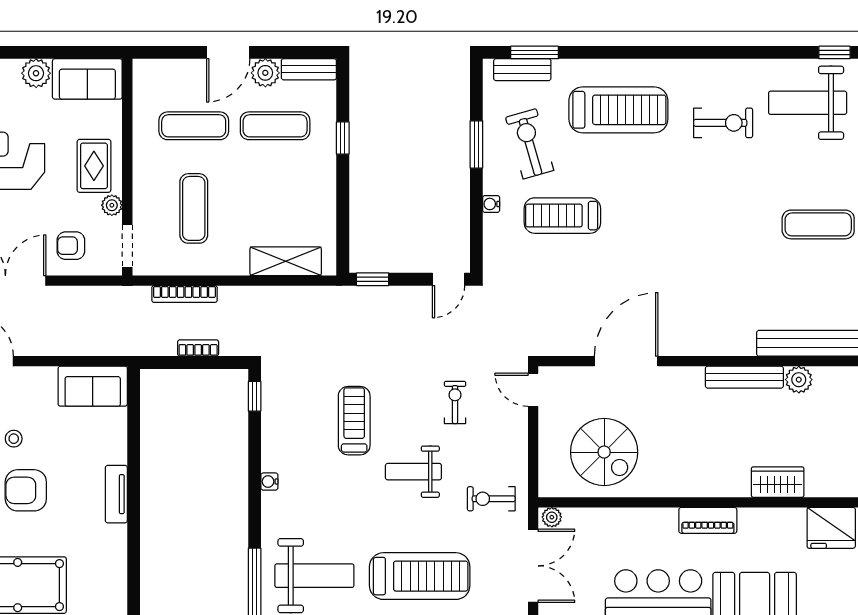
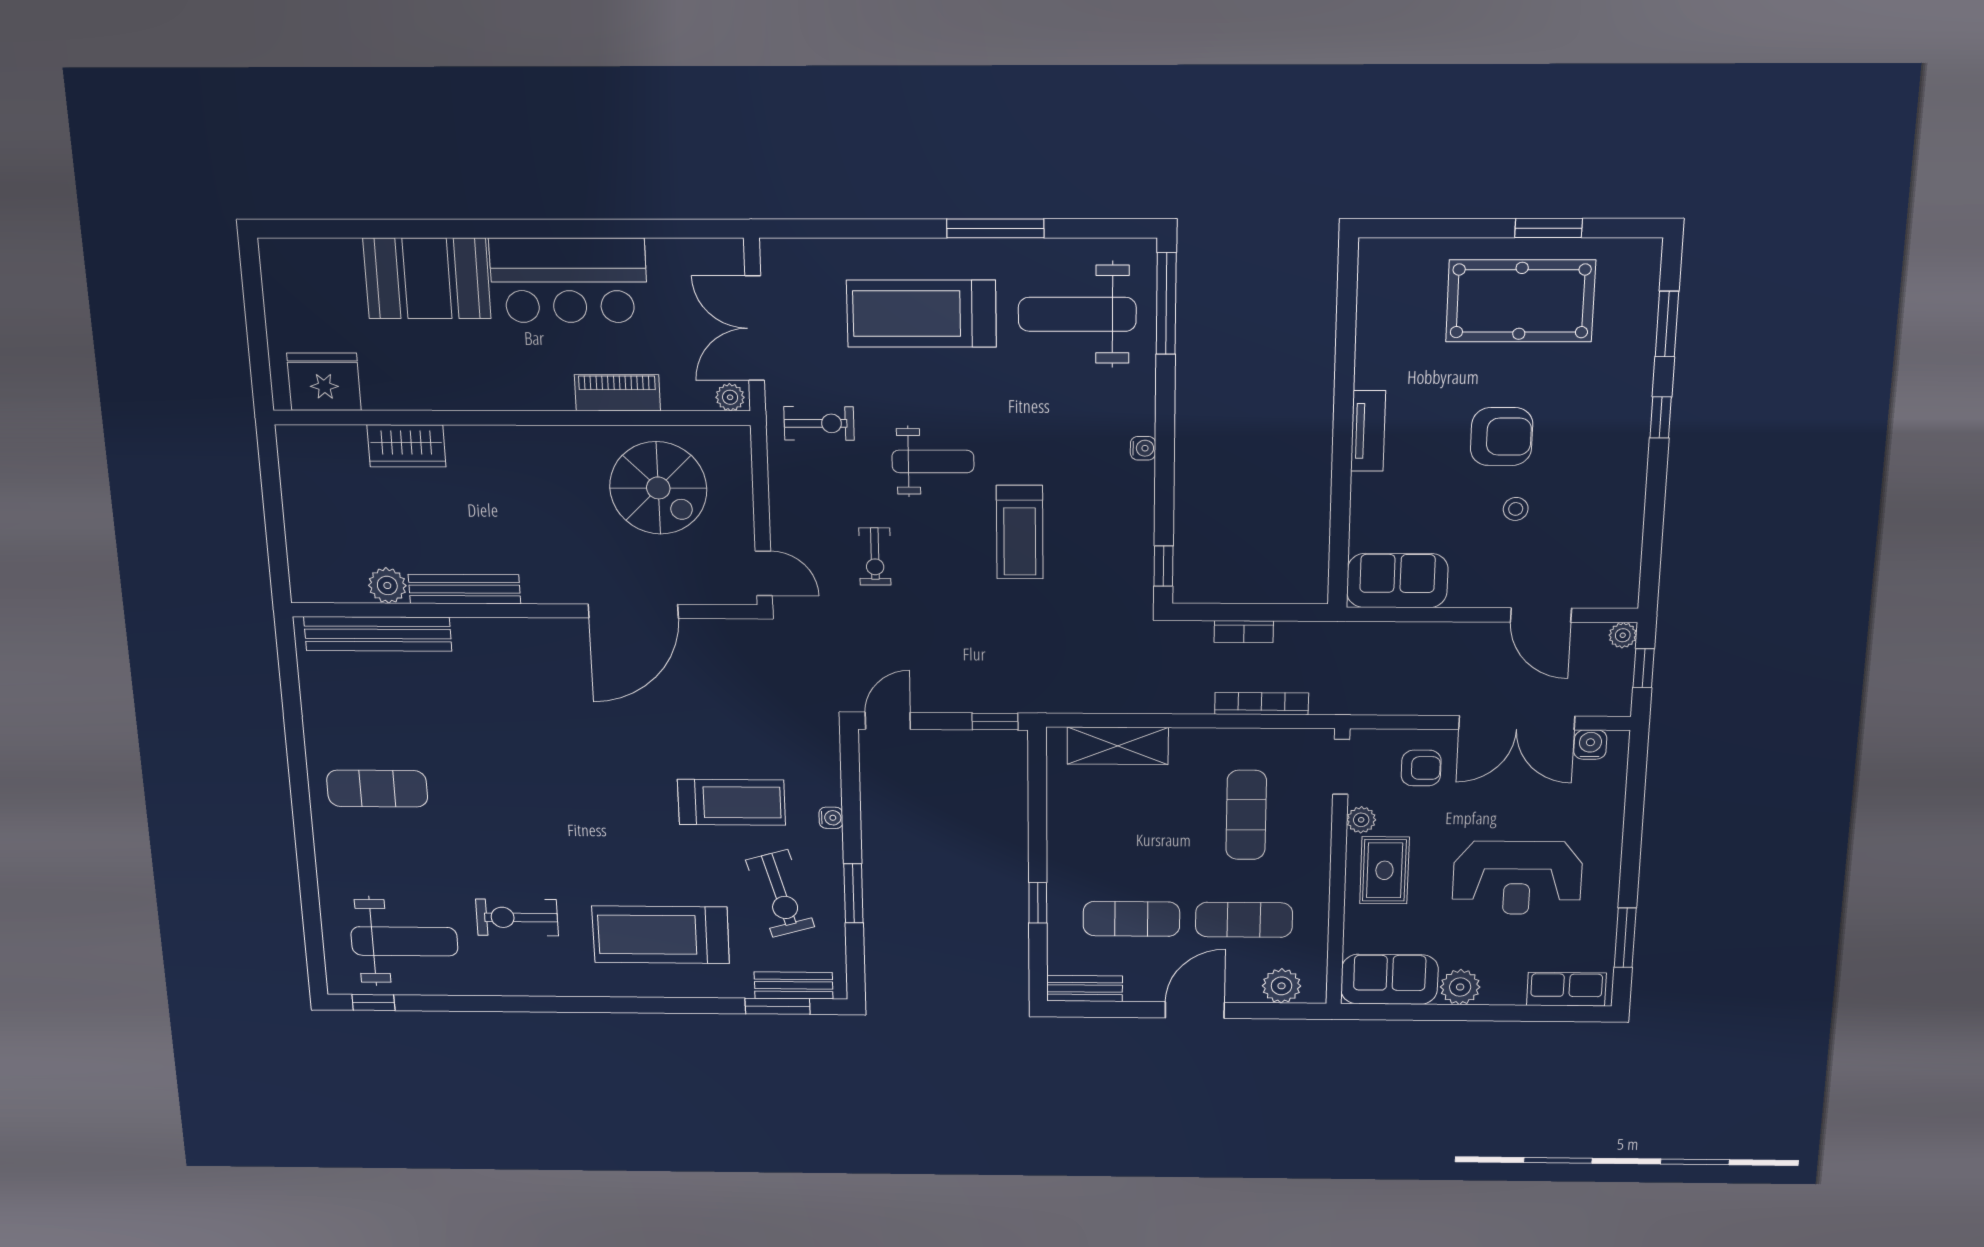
plant: (265, 73) -> (1282, 986), moved
spiral stairs: (604, 452) -> (658, 488), turned 180
piano: (708, 520) -> (617, 393), moved

